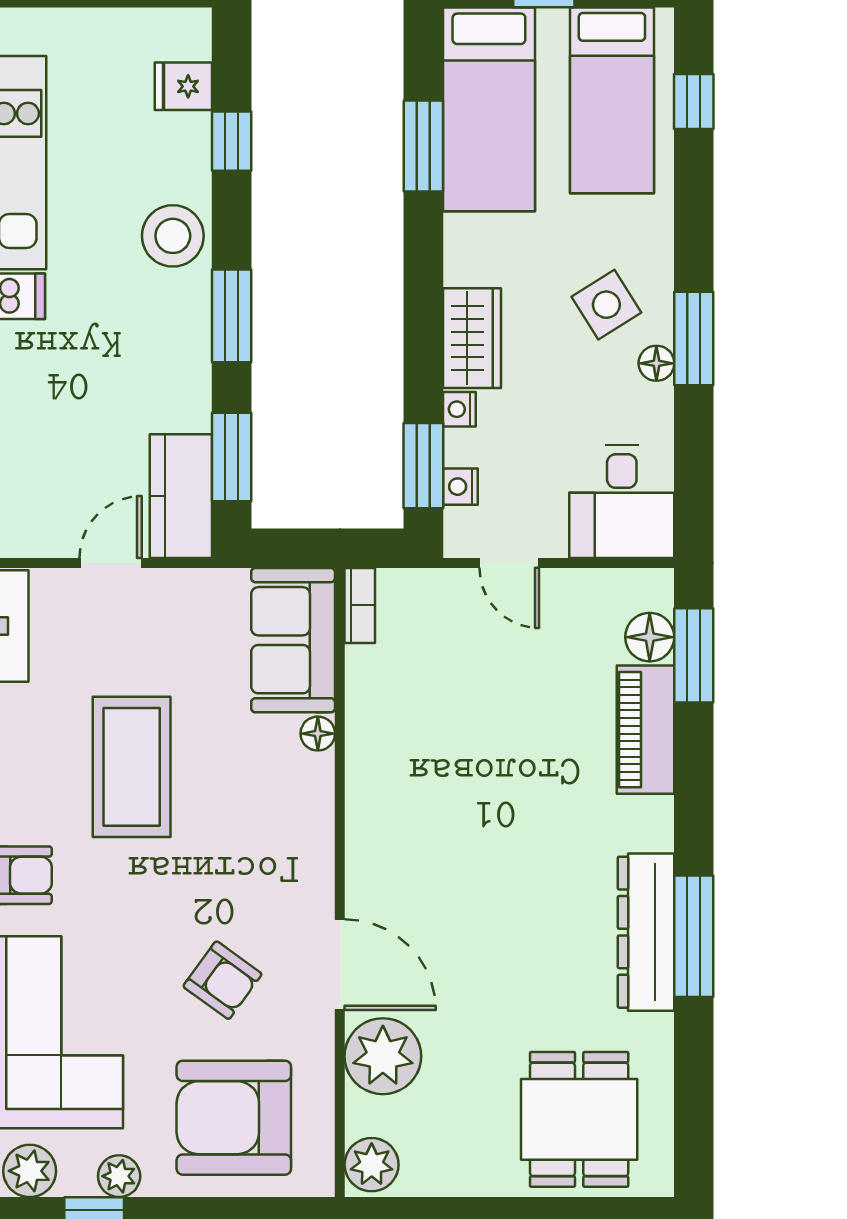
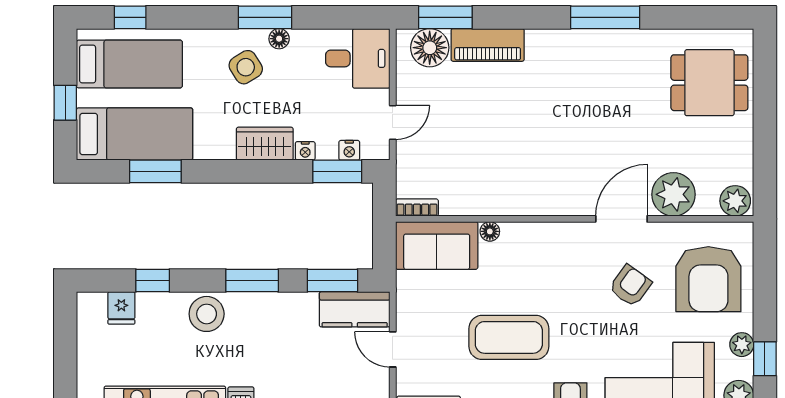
floor lamp: (650, 637) -> (430, 48), width x1.38, depth x1.38
dresser: (646, 932) -> (603, 45), removed

